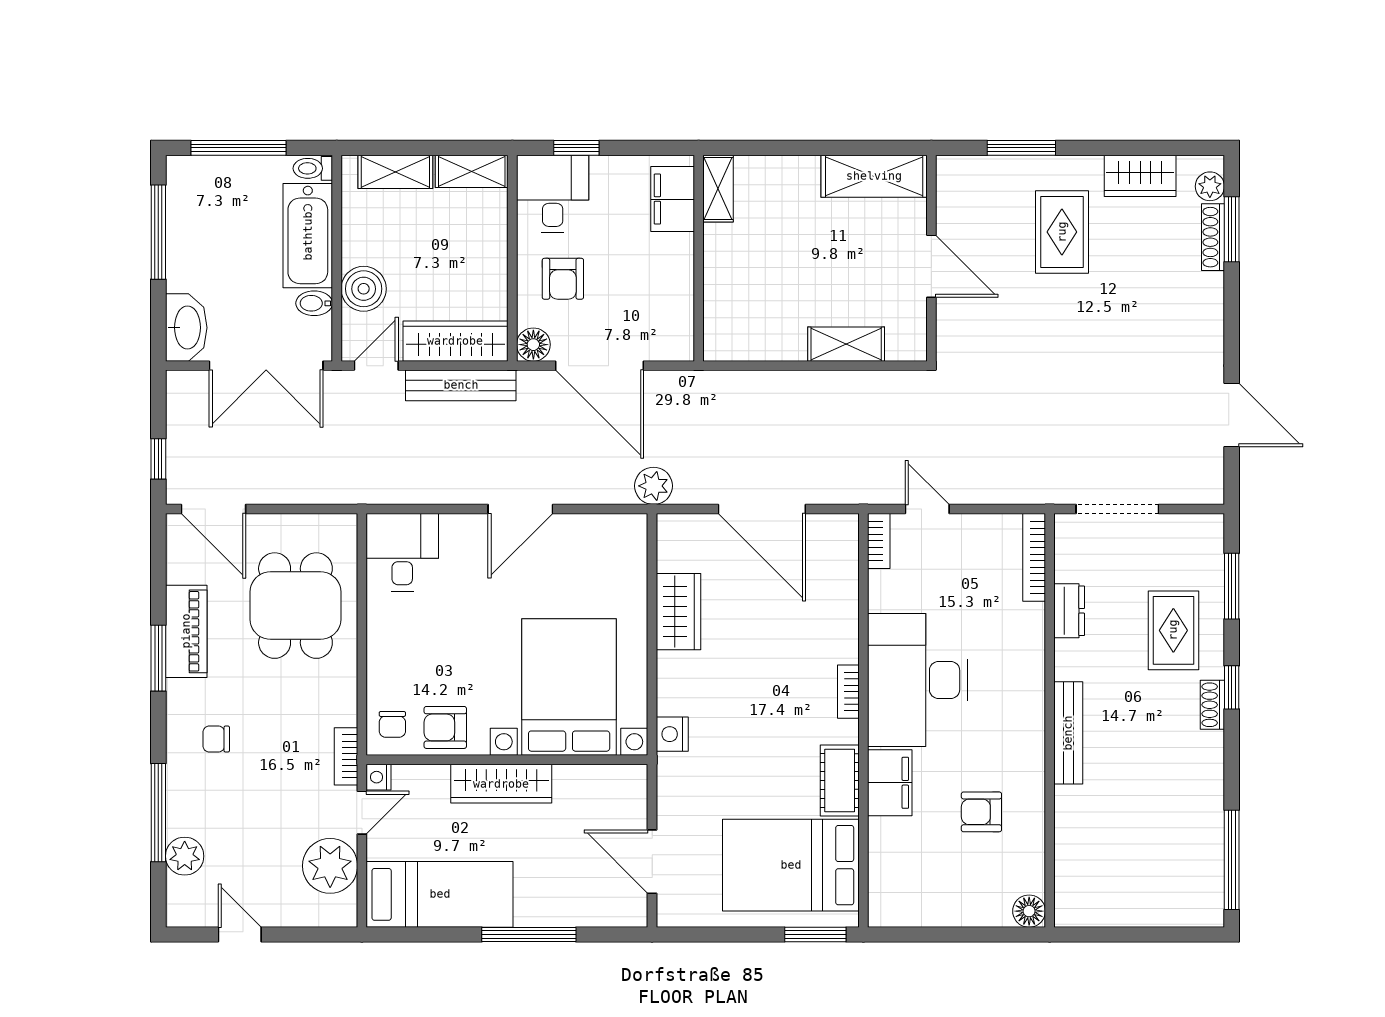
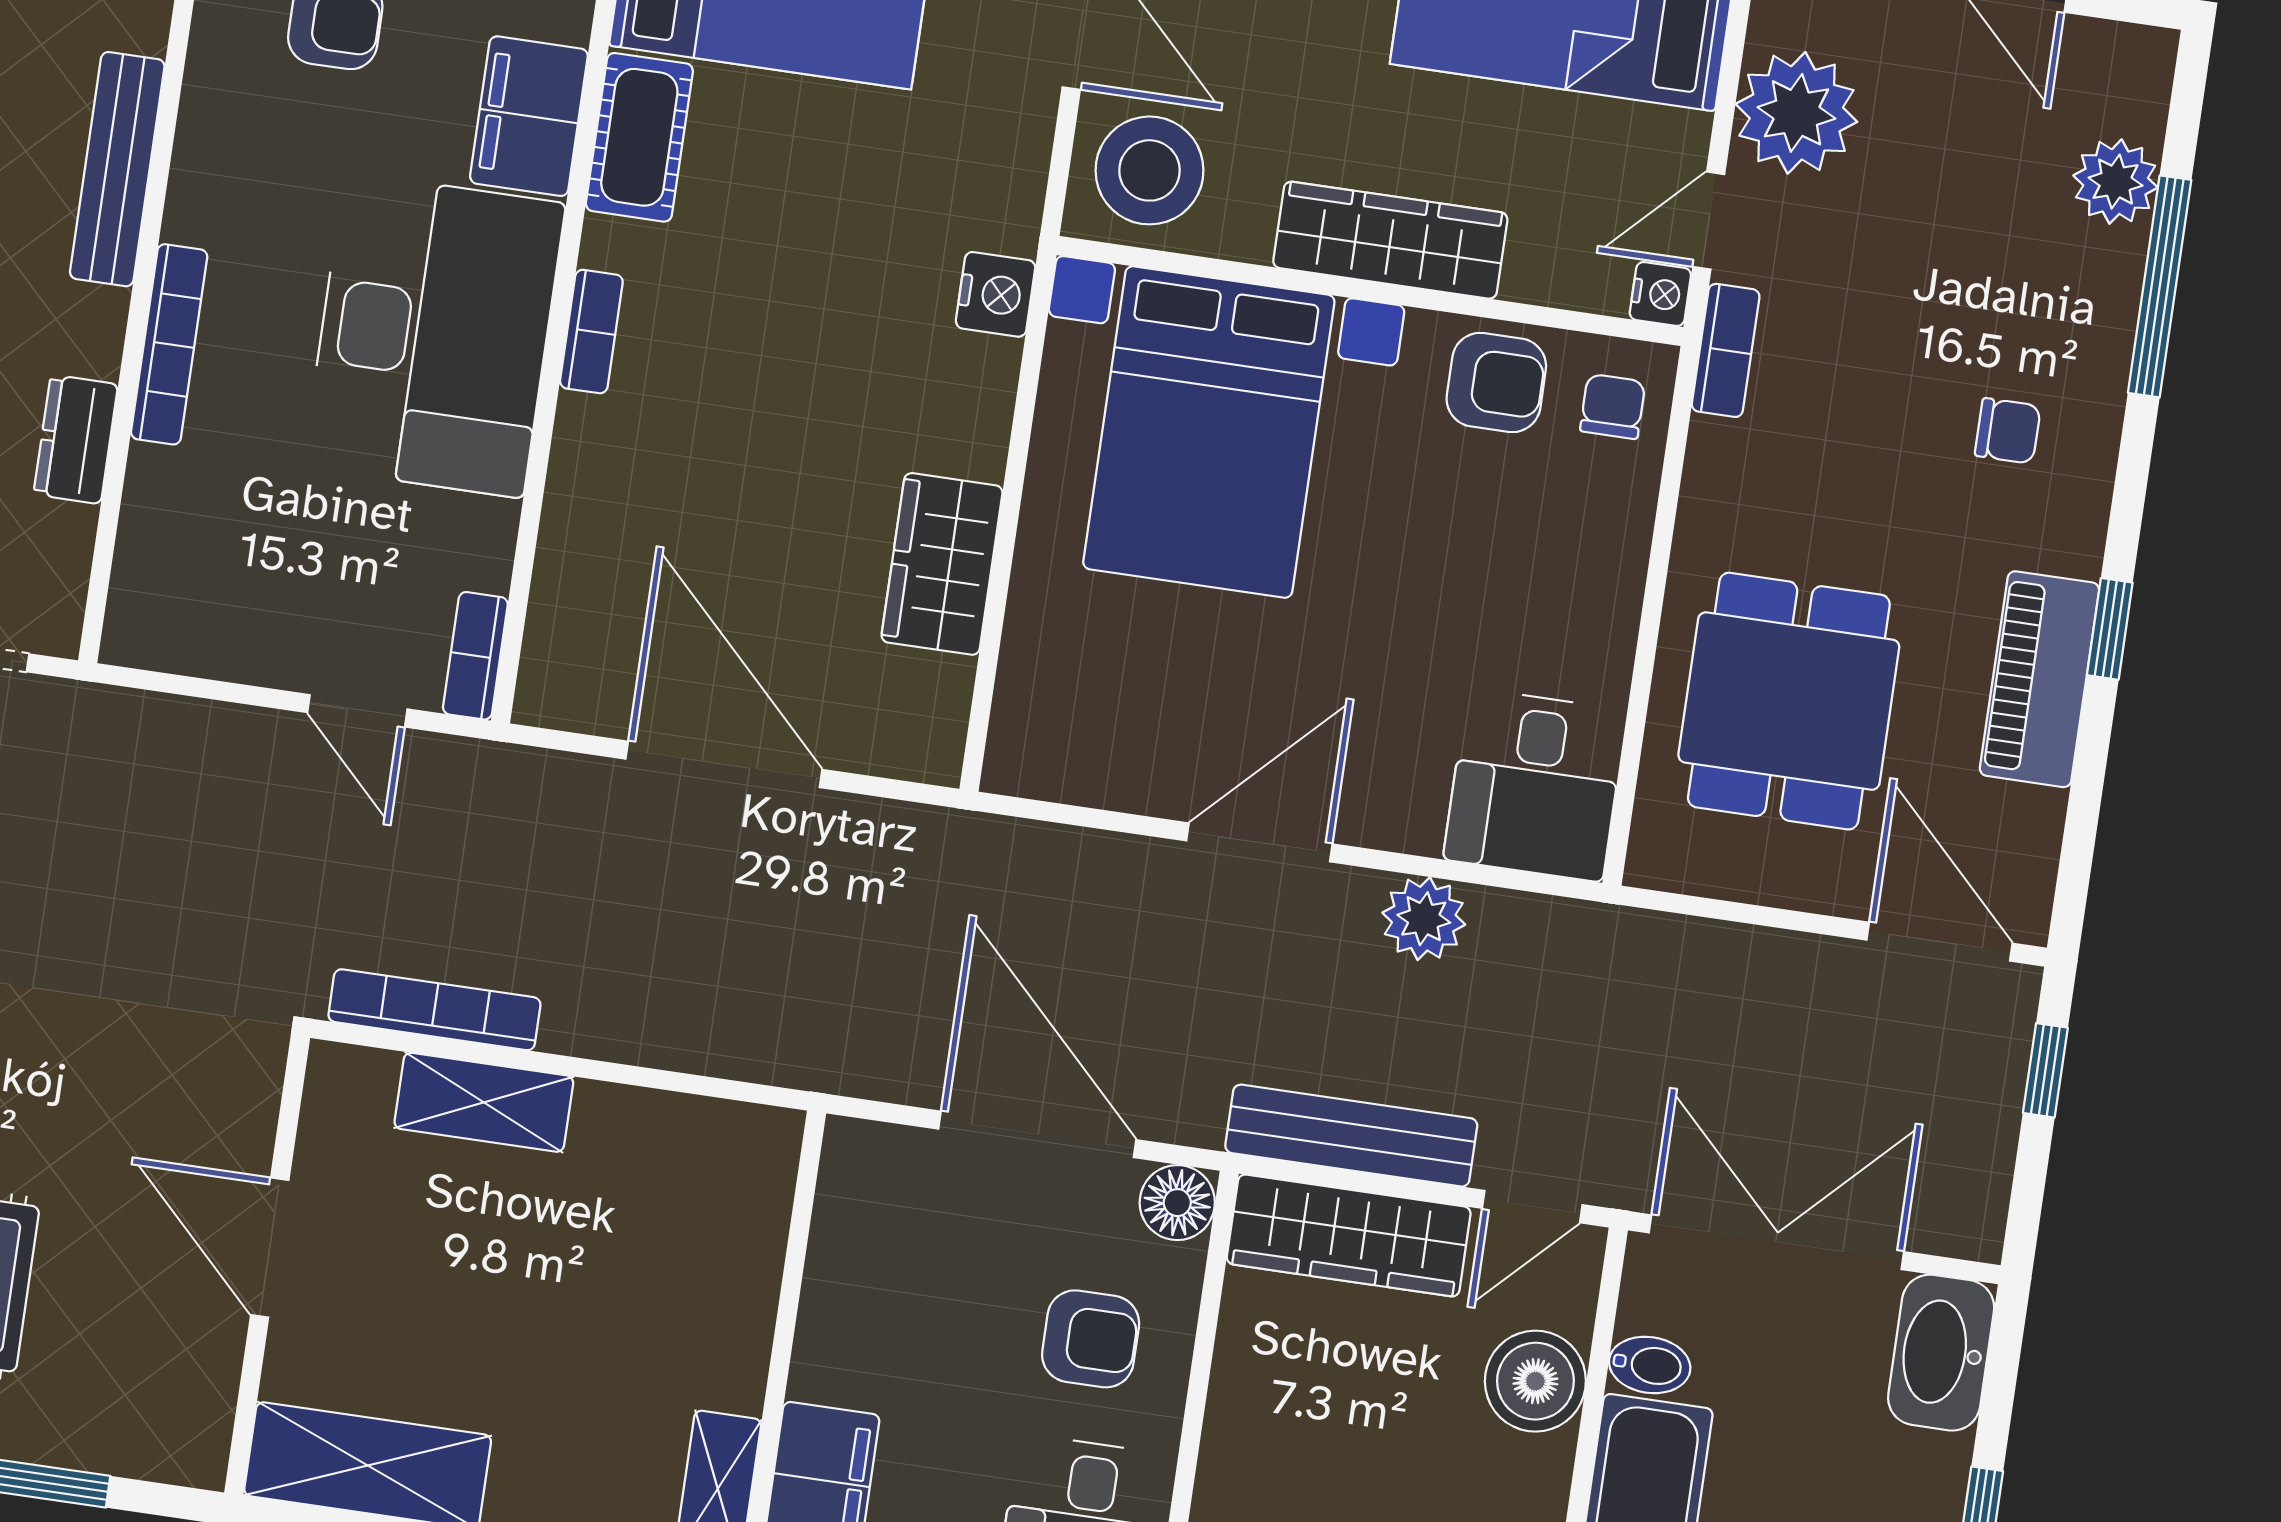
armchair: (563, 279) -> (1091, 1339), turned 90
bookcase: (874, 382) -> (434, 1010), added
plant: (653, 486) -> (1424, 919), moved
bookcase: (1034, 557) -> (169, 344), moved
window: (158, 658) -> (2110, 629), width x0.67
stool: (612, 799) -> (1149, 170), added

